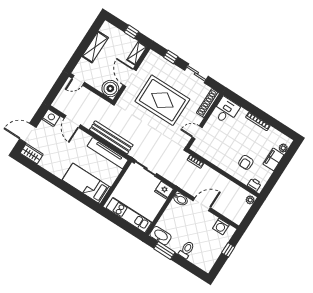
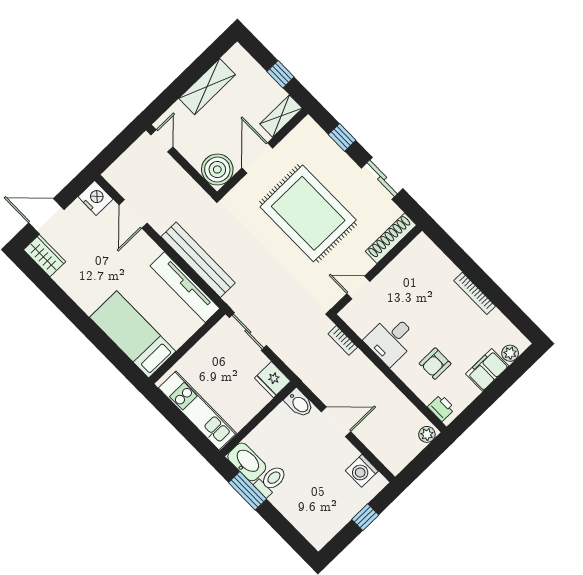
door: (78, 80) -> (162, 141), swing flipped
desk: (226, 111) -> (391, 340), moved, turned 180
toilet: (187, 250) -> (271, 481), moved

